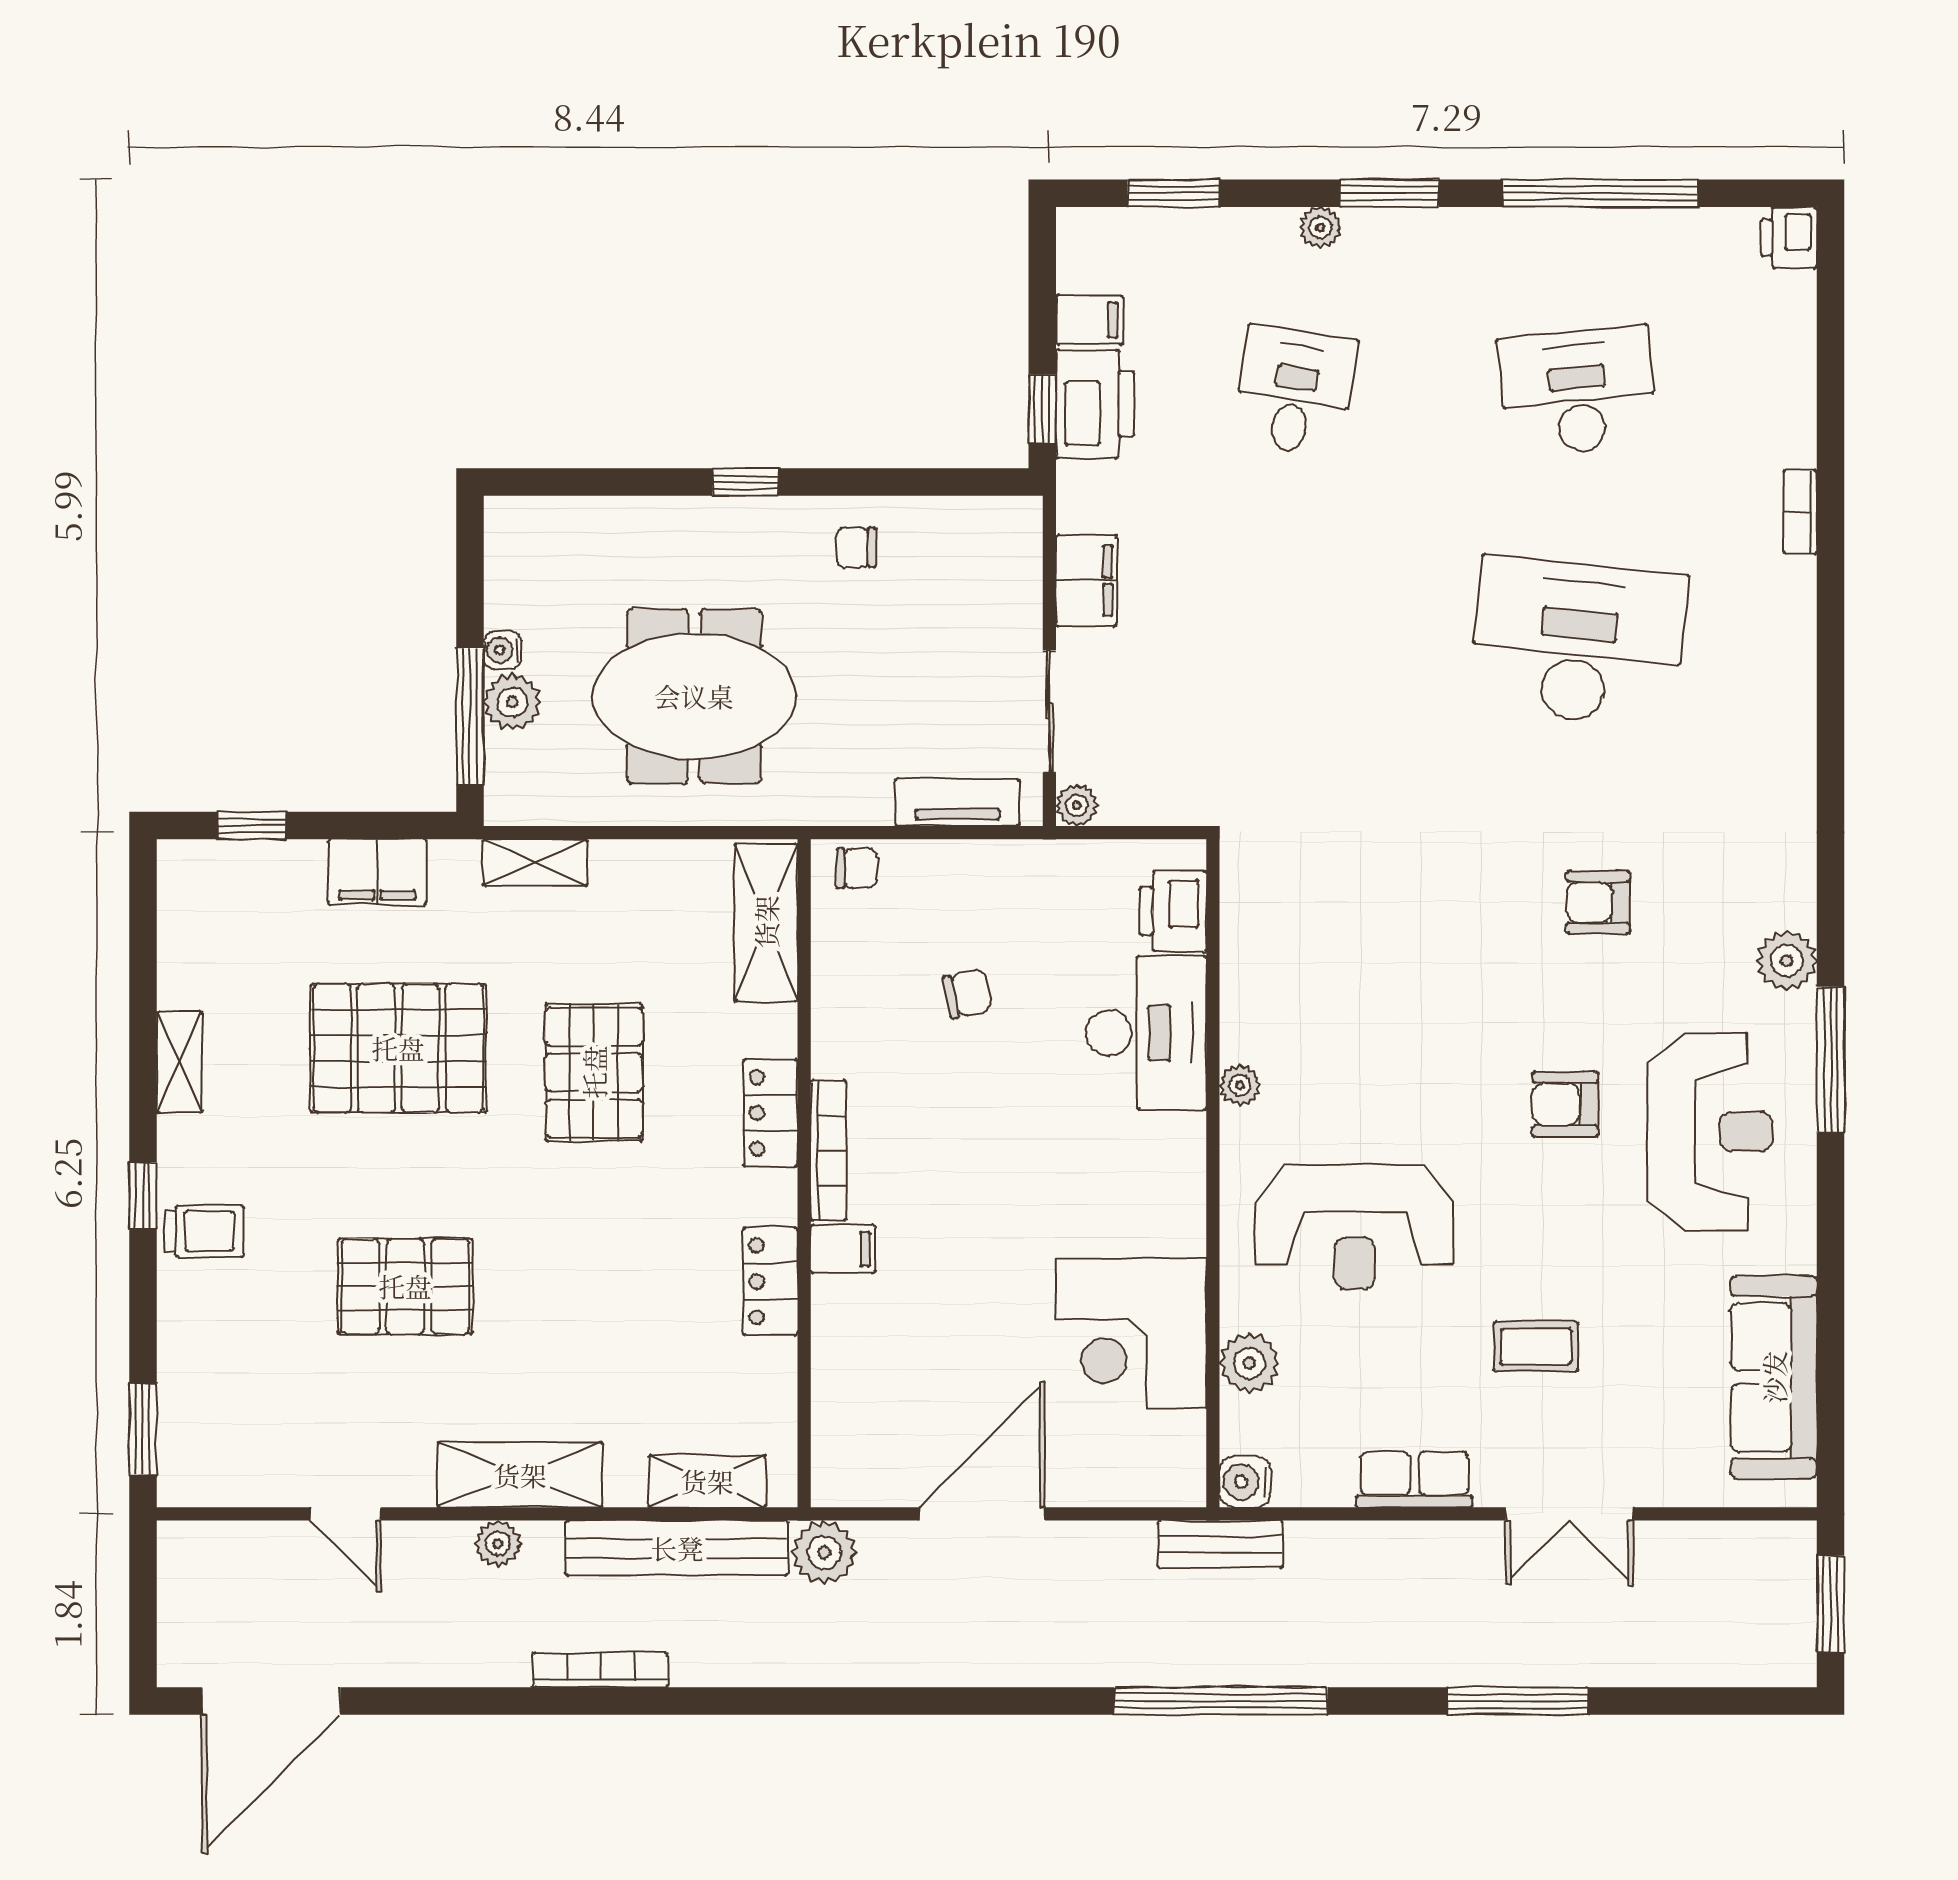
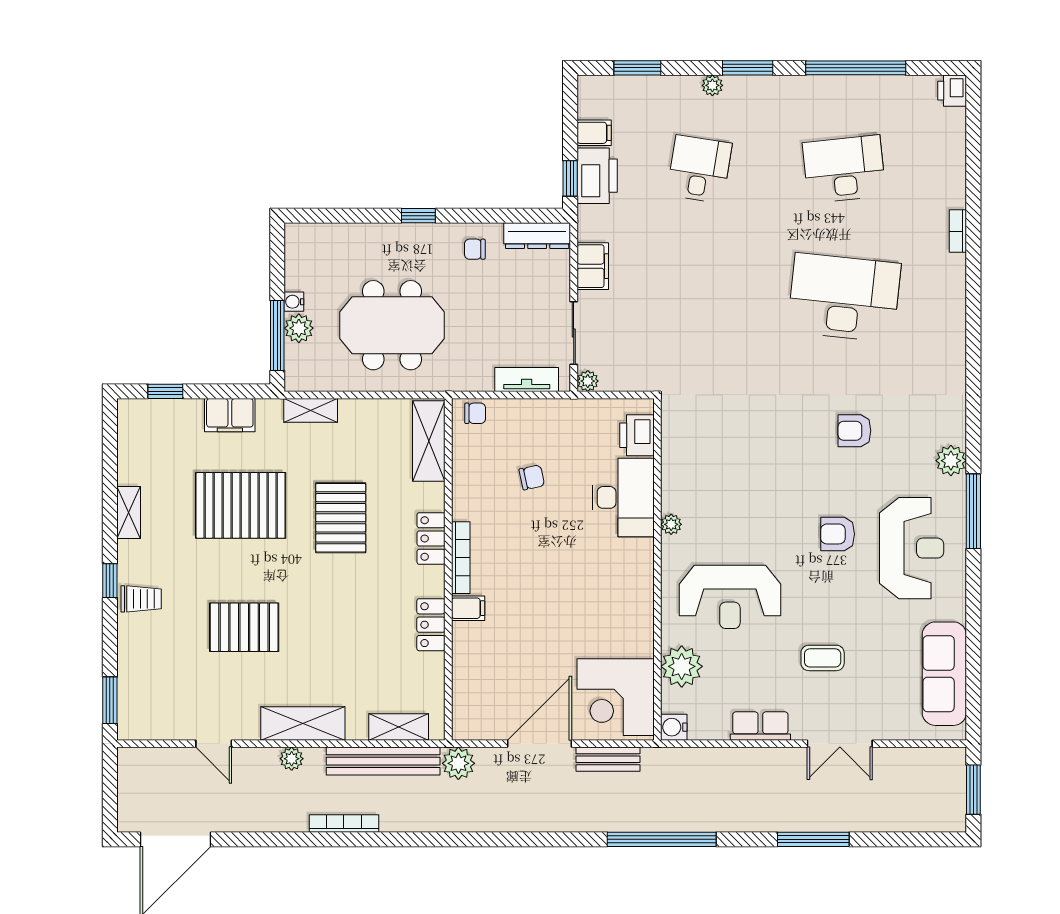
dresser: (978, 521) -> (537, 236), added
corner desk: (1131, 1334) -> (616, 697), moved
plant: (1249, 1363) -> (682, 666), width x1.36, depth x1.36
bench: (1220, 1544) -> (608, 759), moved

